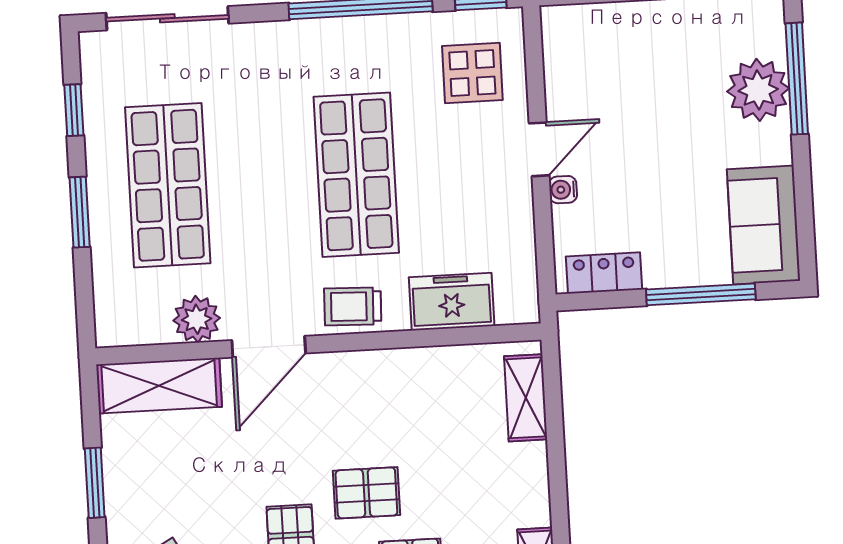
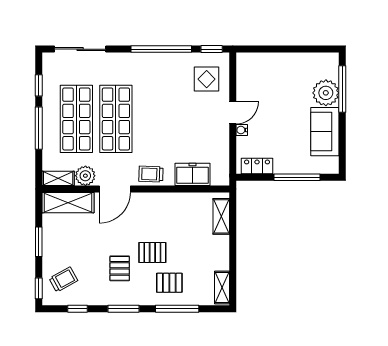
shop shelf: (356, 175) -> (116, 119), moved
window: (80, 212) -> (39, 128), width x1.44
sofa: (764, 225) -> (325, 132), moved
shelving: (132, 329) -> (58, 178), added

